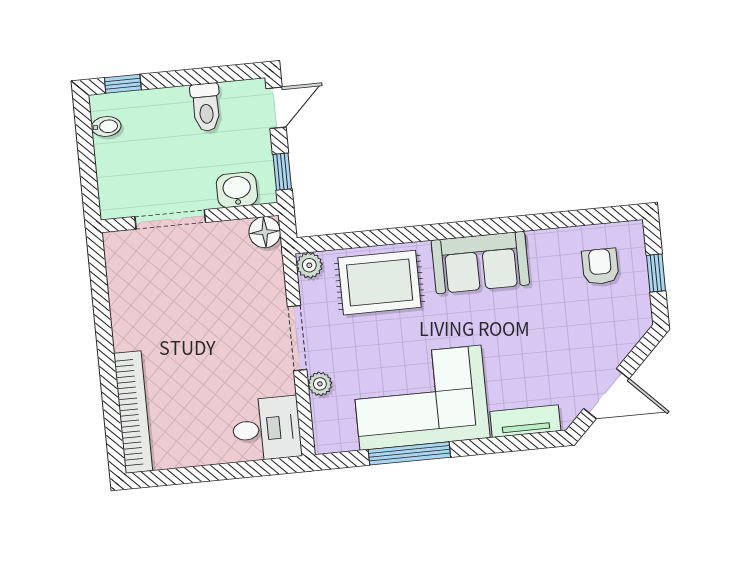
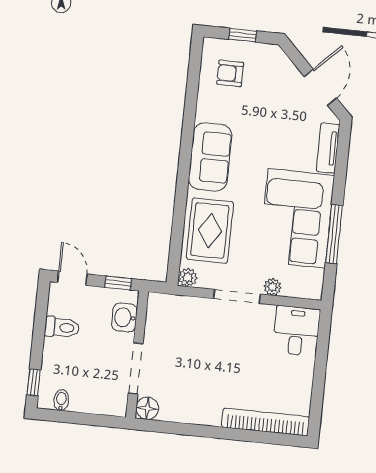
floor lamp: (265, 232) -> (147, 408), moved

